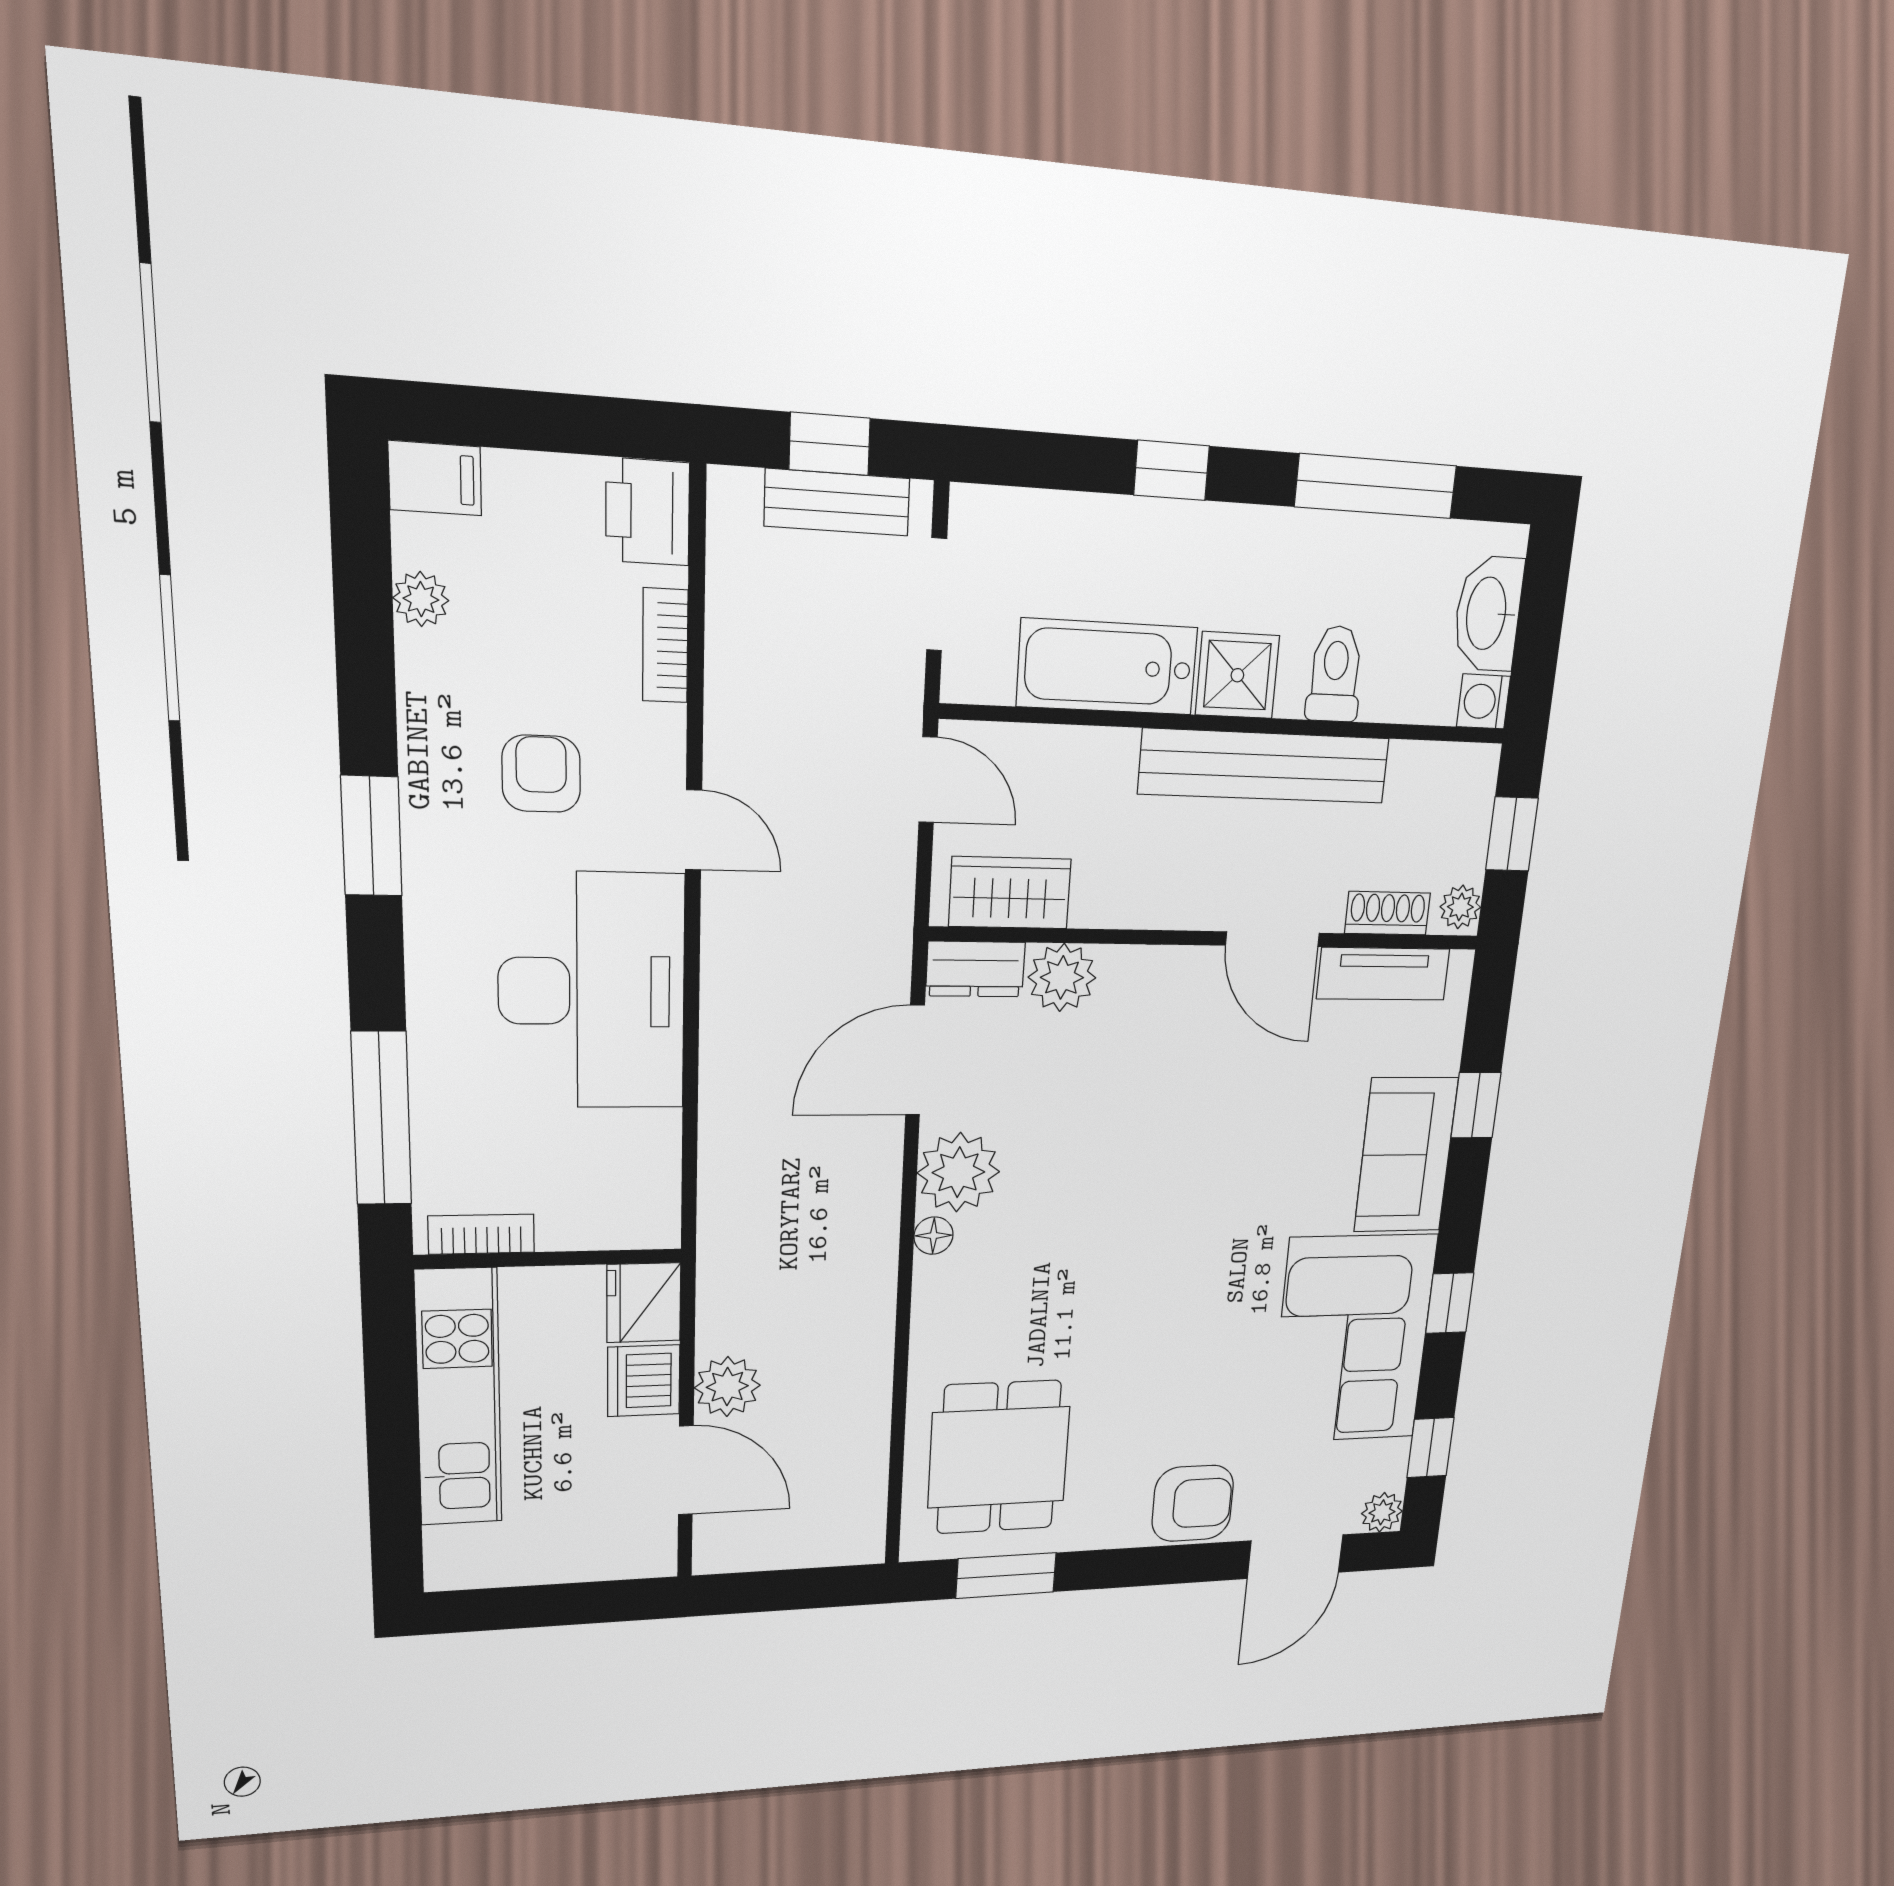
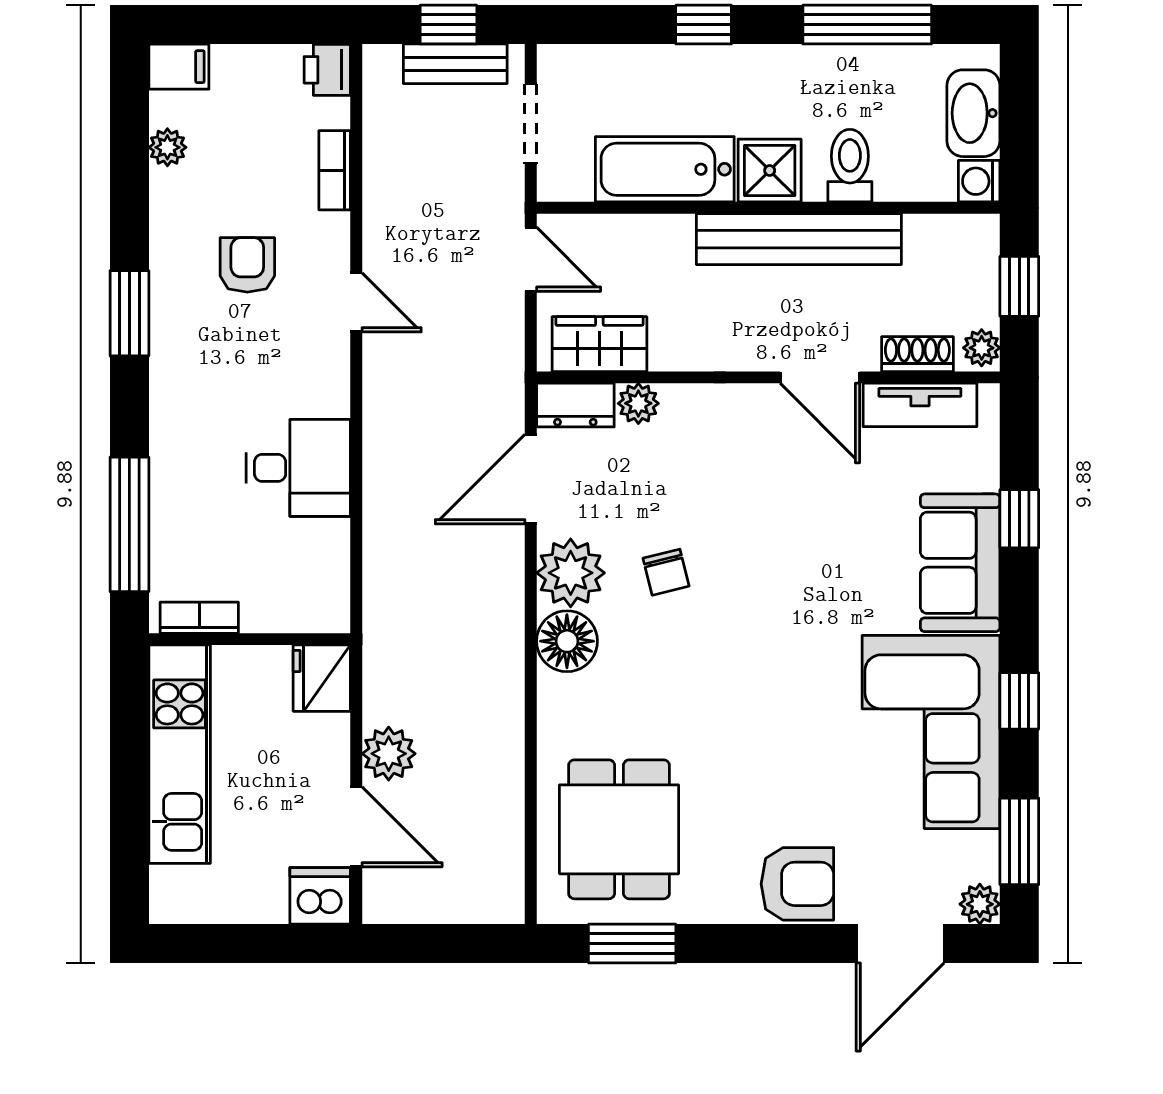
printer: (648, 512) -> (327, 70), width x0.73, depth x0.81
plant: (1062, 978) -> (638, 403), width x0.73, depth x0.73
desk: (592, 991) -> (298, 468), width x0.53, depth x0.77
chair: (1073, 1170) -> (666, 572), added
floor lamp: (934, 1236) -> (567, 641), width x1.89, depth x1.89
dishwasher: (644, 1381) -> (320, 896), moved, turned 90
window: (1430, 1448) -> (1019, 841), width x1.50

